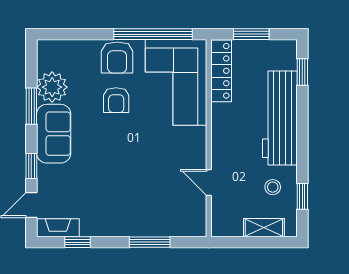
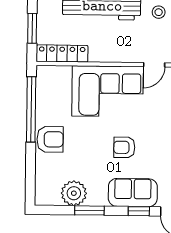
corner sofa: (176, 82) -> (108, 91), moved
armchair: (116, 100) -> (124, 147), moved, turned 180
sofa: (54, 134) -> (133, 193), moved

